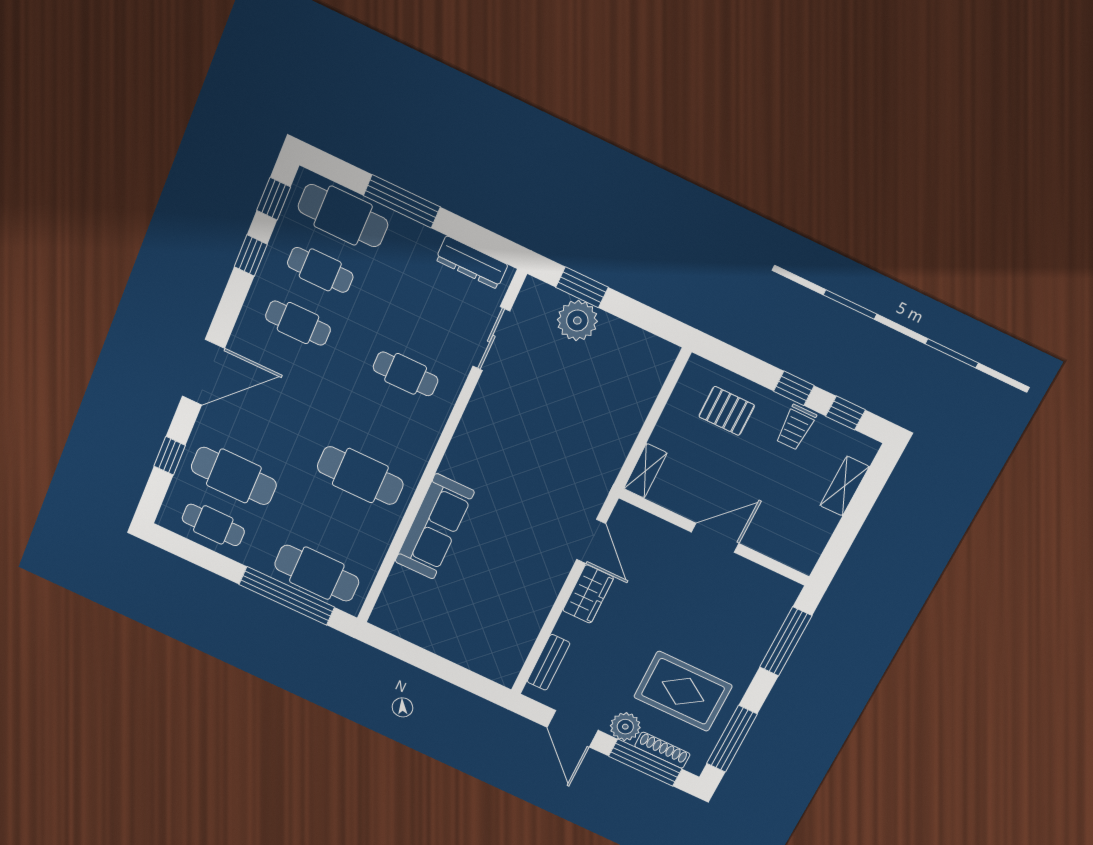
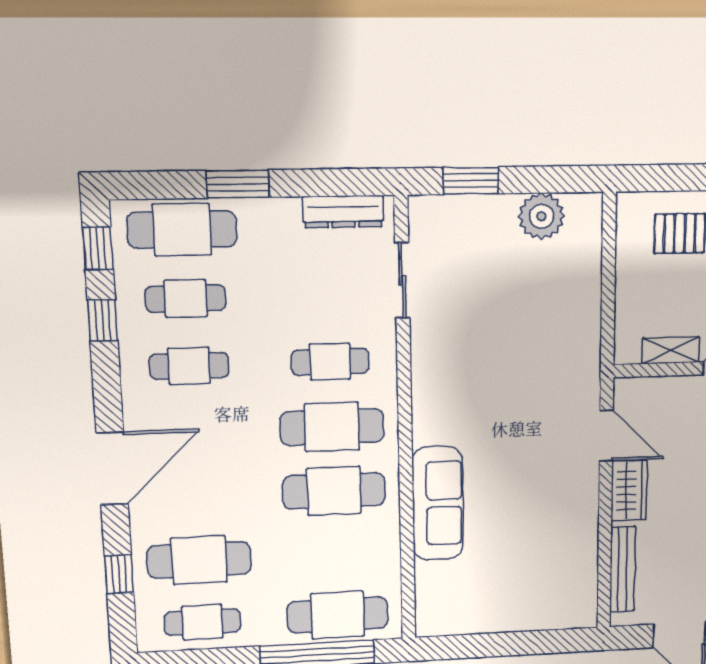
window: (402, 201) -> (238, 184), width x0.69
plant: (577, 321) -> (541, 216), moved
cafe table: (383, 425) -> (332, 427), added
shelving: (645, 471) -> (671, 350), moved, turned 90
bench: (549, 662) -> (623, 569), width x1.36

